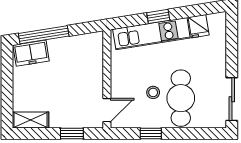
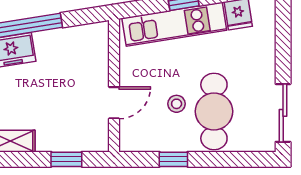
door: (107, 110) -> (114, 103), moved

